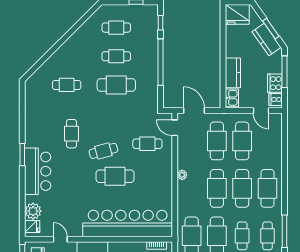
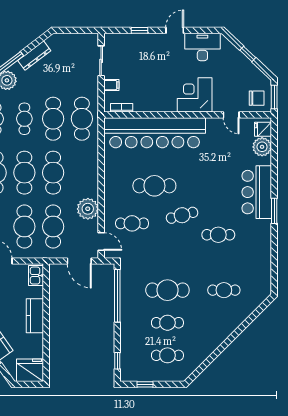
window: (160, 62) -> (117, 296), moved
kitchen counter: (233, 73) -> (35, 316), moved
cafe table: (72, 134) -> (218, 235), turned 90
plant: (182, 175) -> (88, 209), moved, width x1.87, depth x1.87
cafe table: (115, 176) -> (154, 186), moved

